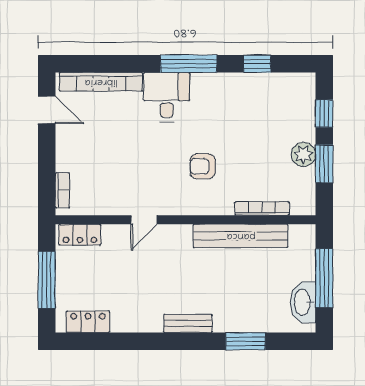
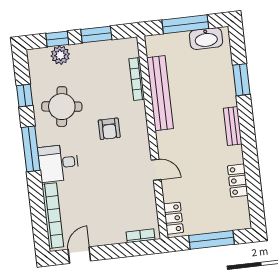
round table: (238, 109) -> (62, 107), added
plant: (303, 155) -> (60, 55), moved
locker: (88, 322) -> (238, 181), moved

